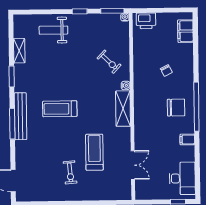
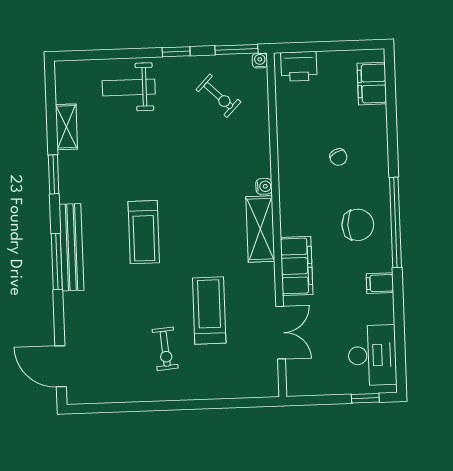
exercise bike: (109, 62) -> (218, 96), moved
treadmill: (60, 109) -> (144, 232), turned -90
filing cabinet: (142, 129) -> (297, 266), added

